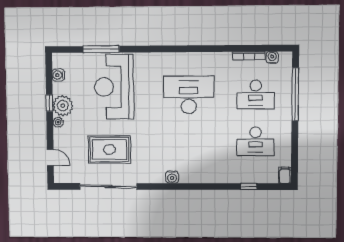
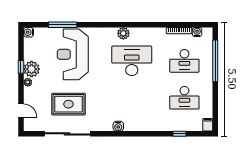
plant: (178, 60) -> (123, 33), added
water cooler: (58, 75) -> (28, 32), moved

